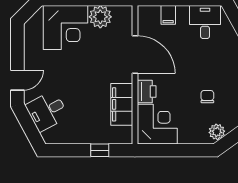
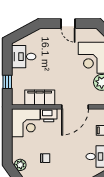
door: (17, 80) -> (68, 24), moved
desk: (47, 111) -> (24, 57), moved, turned -62

